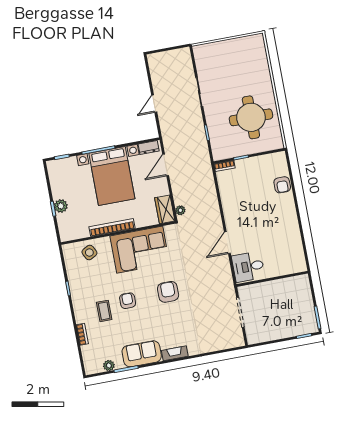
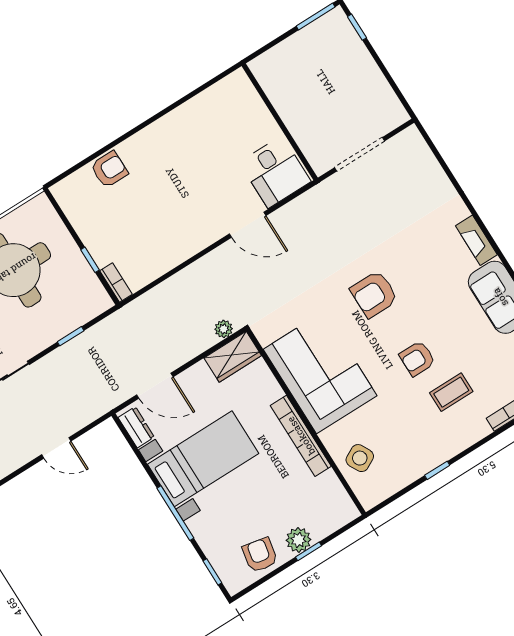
bed with nightstands: (112, 176) -> (203, 459), width x0.73
armchair: (61, 184) -> (260, 555), added

